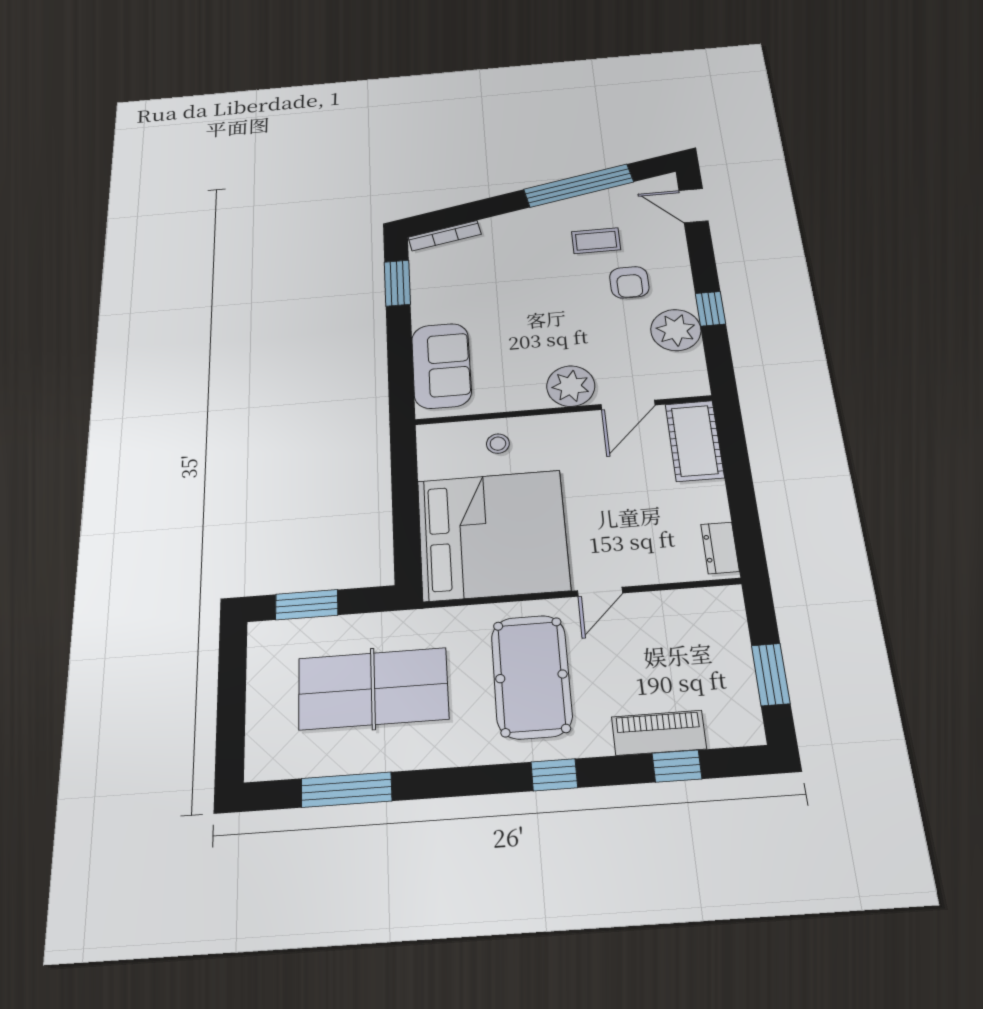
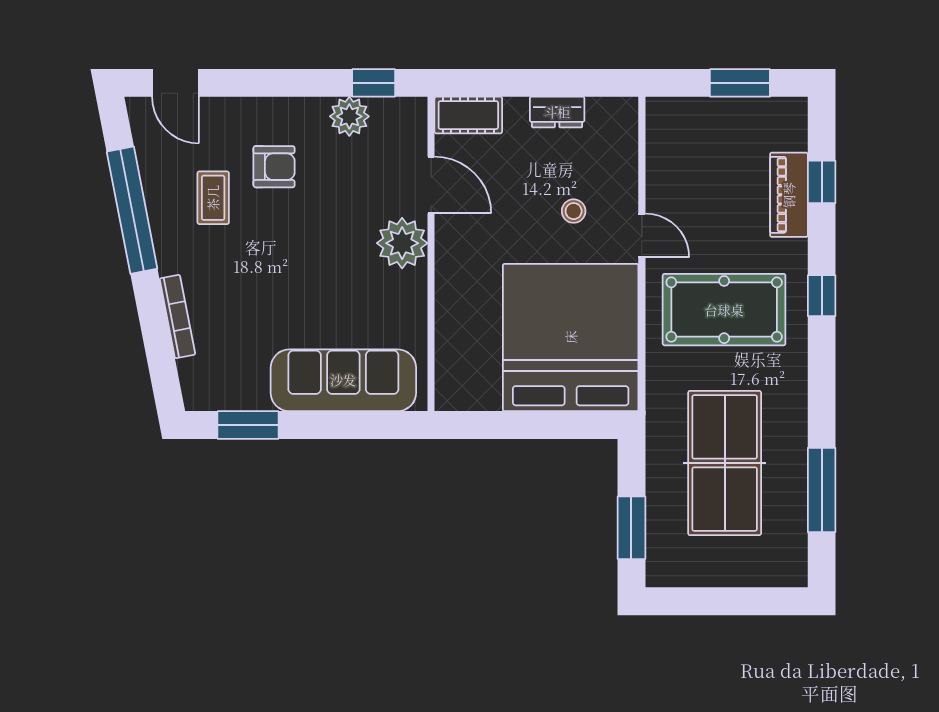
door: (693, 206) -> (175, 83), hinge flipped
bookcase: (445, 236) -> (177, 317), moved
window: (710, 309) -> (374, 83), moved
plant: (676, 330) -> (349, 116), width x0.73, depth x0.73
sofa: (441, 366) -> (343, 380), width x1.36
cot: (695, 441) -> (468, 115), width x0.73, depth x0.75
stool: (498, 444) -> (574, 211), moved
dresser: (720, 548) -> (557, 112), moved

